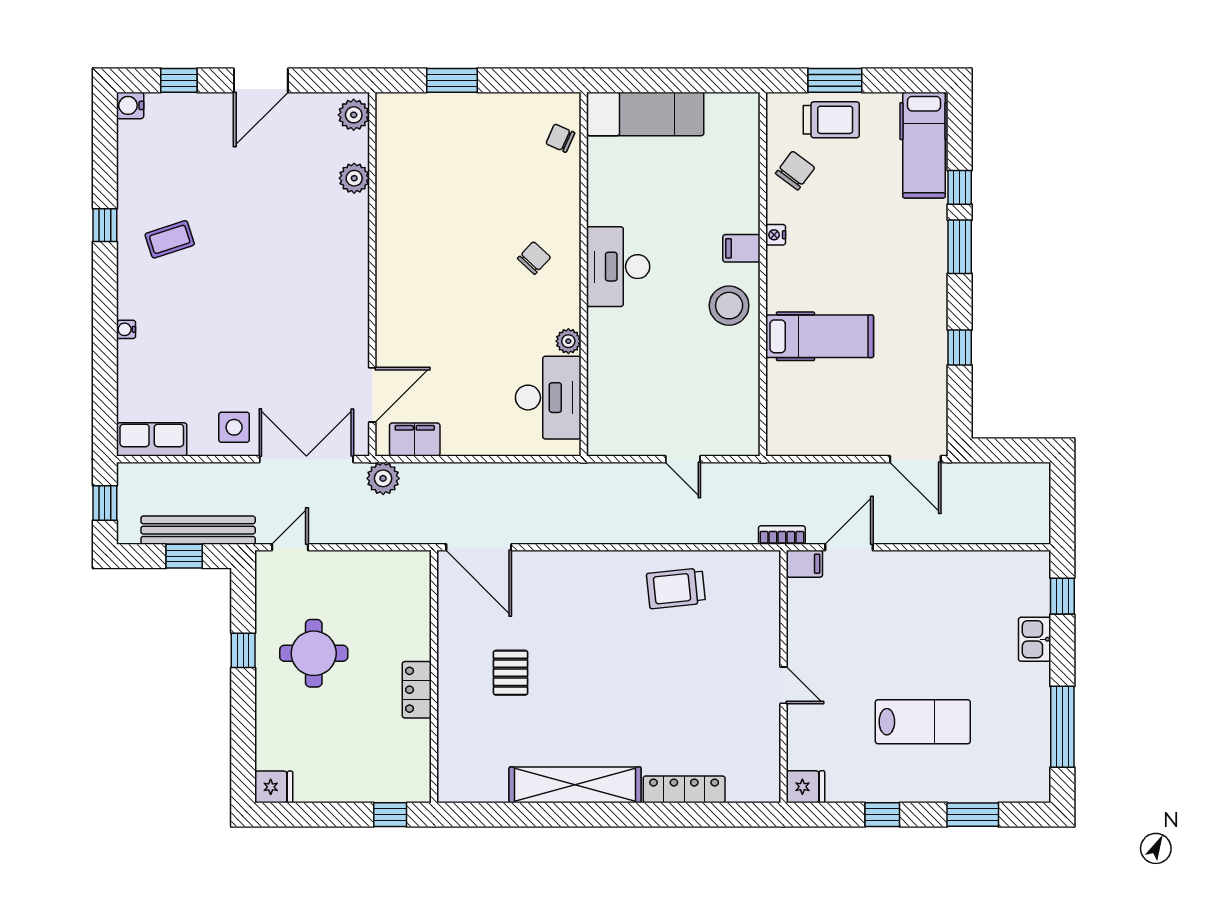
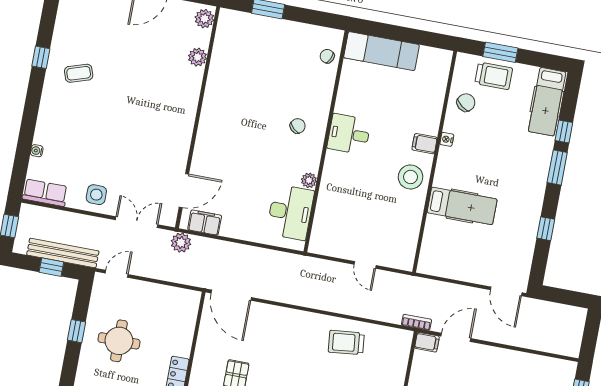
desk: (618, 267) -> (349, 134), width x0.73
water cooler: (126, 329) -> (37, 151), moved
double door: (306, 459) -> (137, 222), width x0.73

